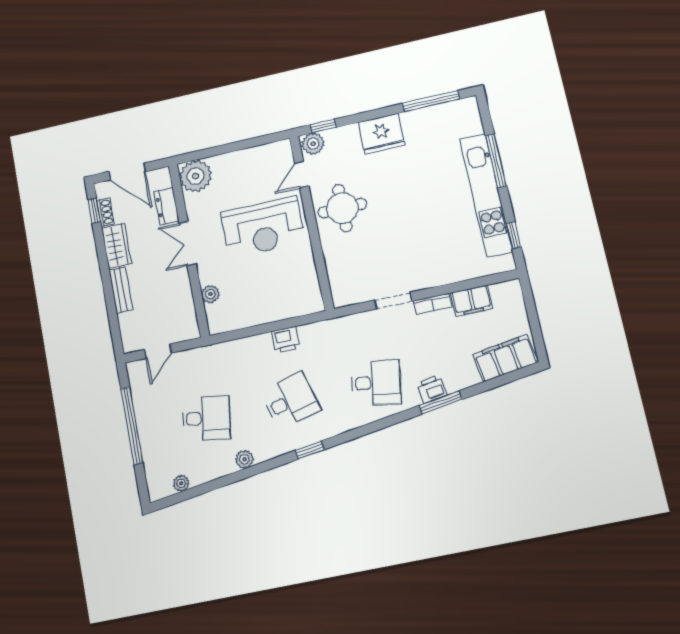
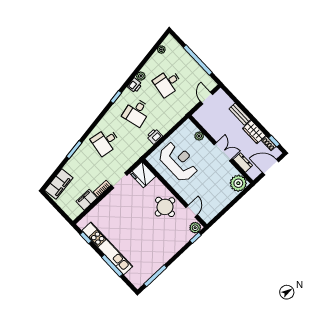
fridge: (381, 134) -> (143, 175), moved, turned -90
reception desk: (263, 227) -> (179, 161), moved, turned 90
printer: (432, 389) -> (135, 85), moved

